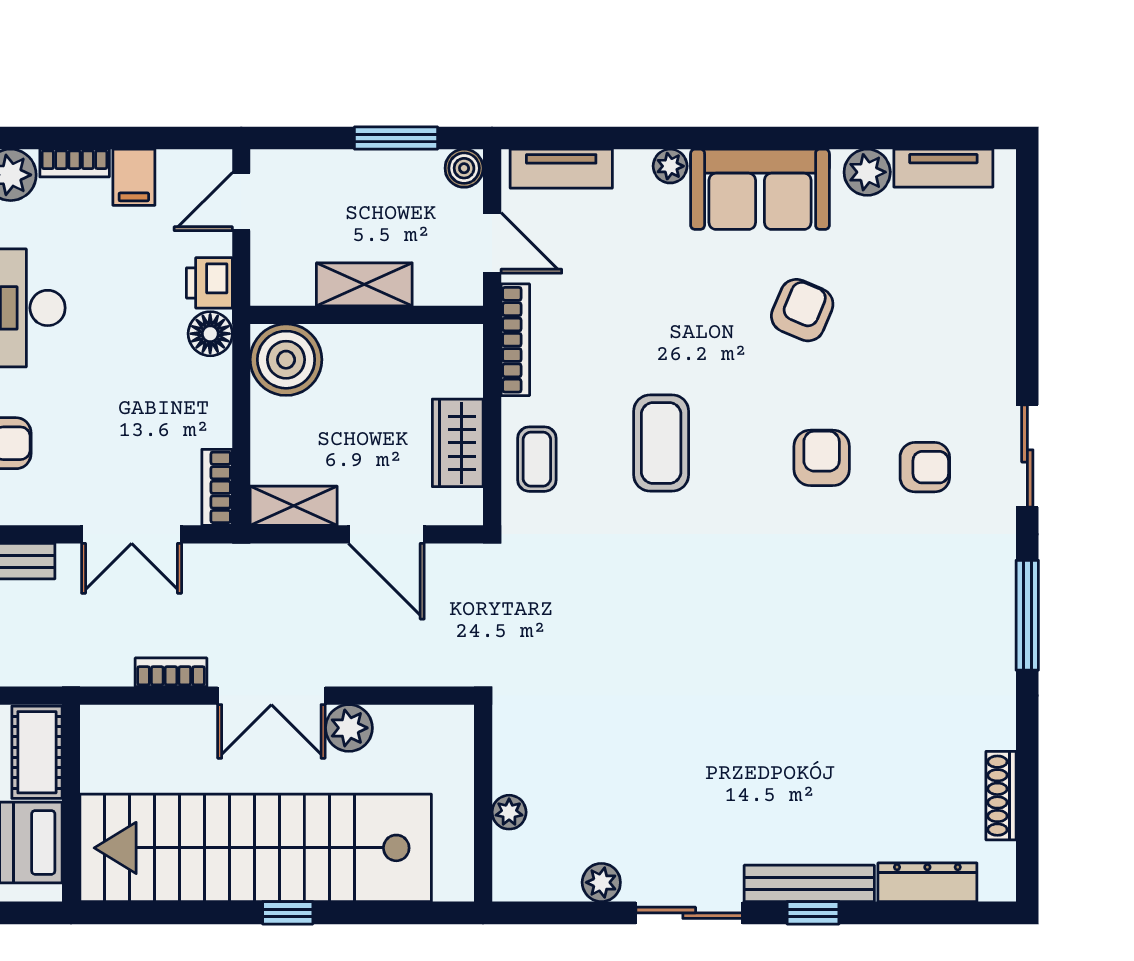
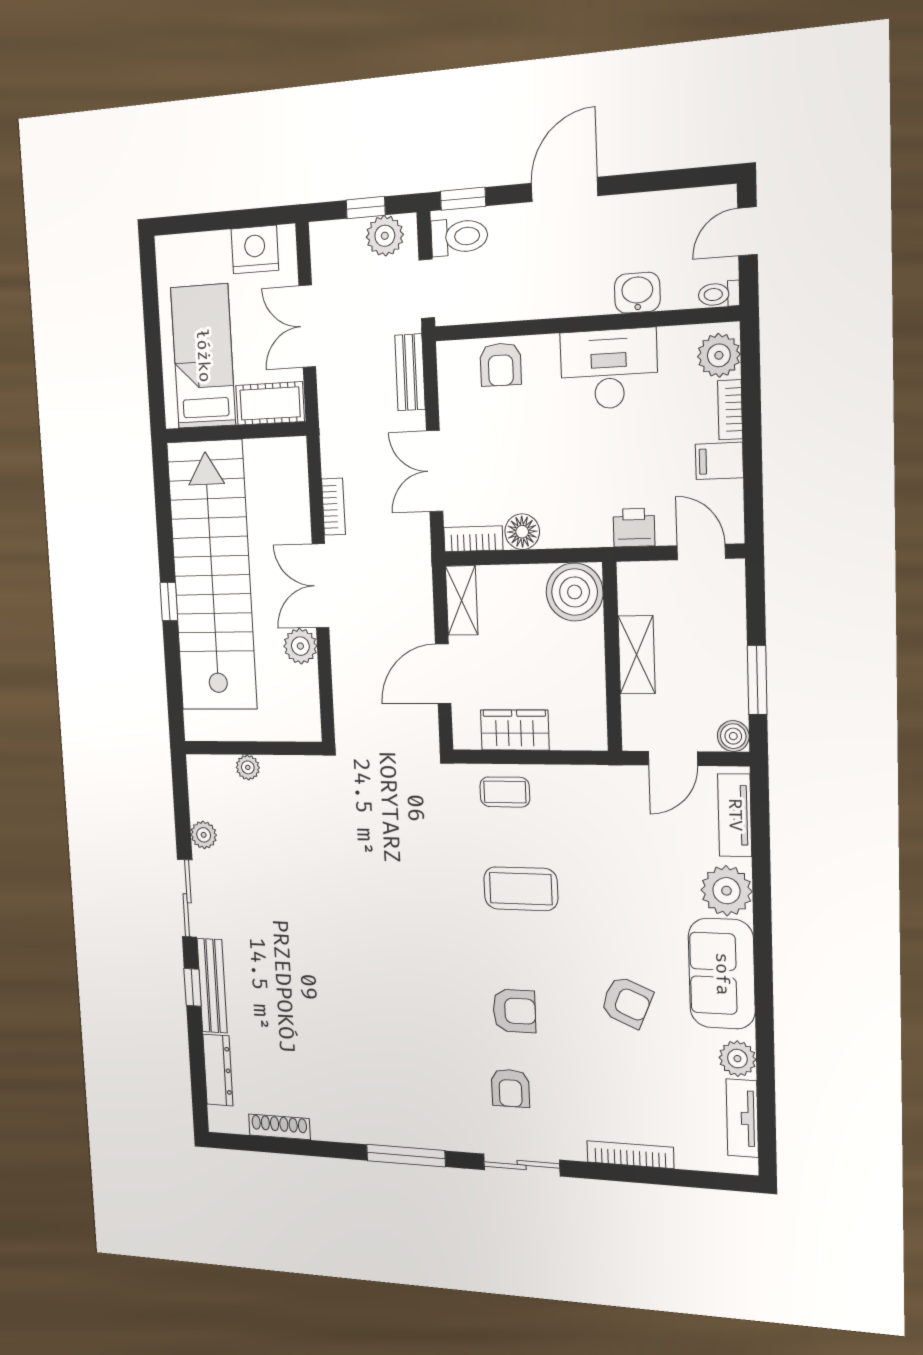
plant: (670, 166) -> (727, 891), width x1.88, depth x1.88
floor lamp: (210, 334) -> (522, 532), moved
bookcase: (515, 340) -> (630, 1155), moved, turned 180

